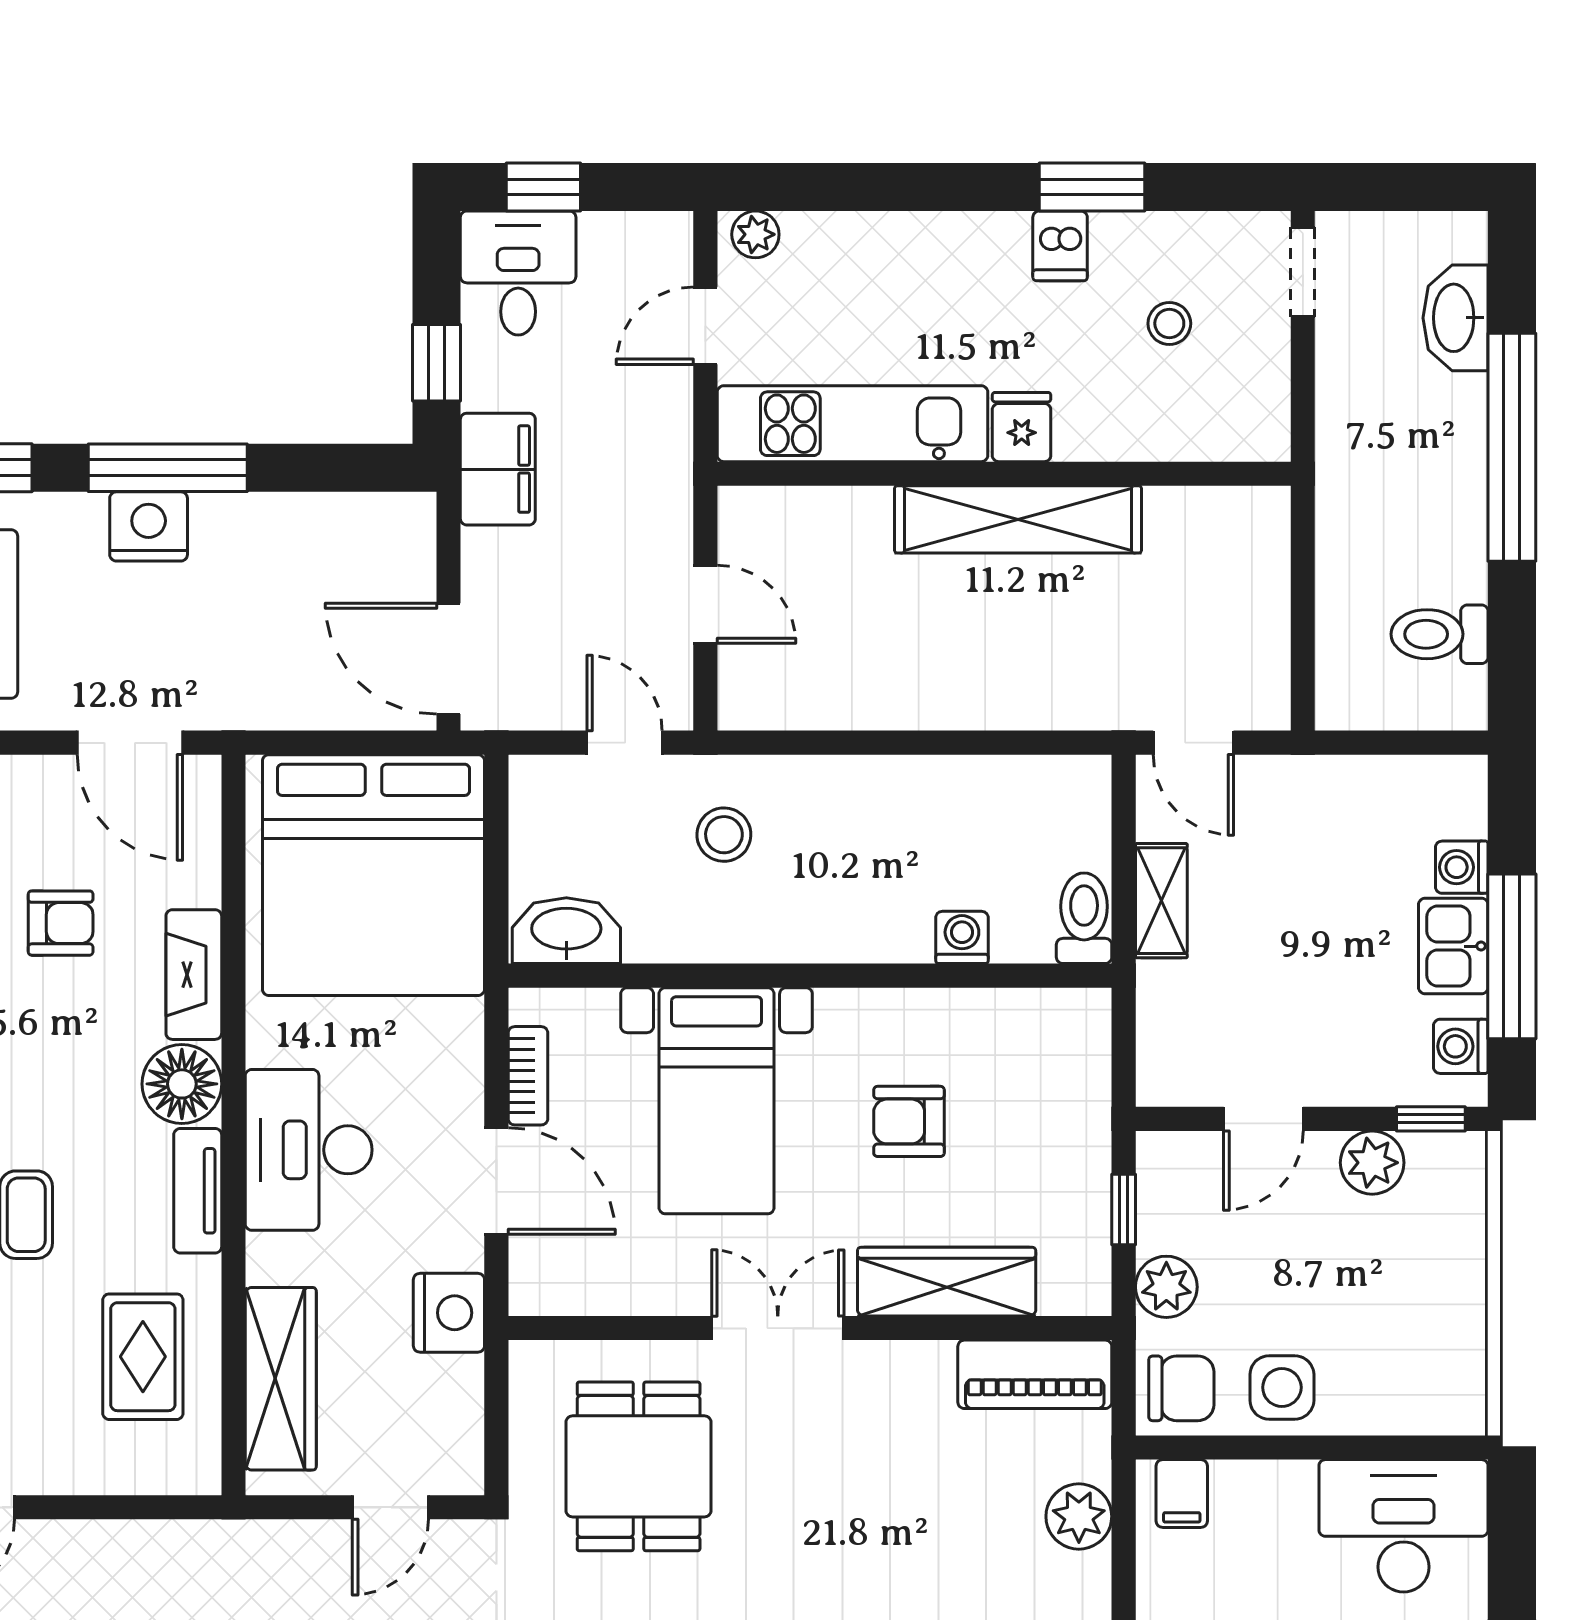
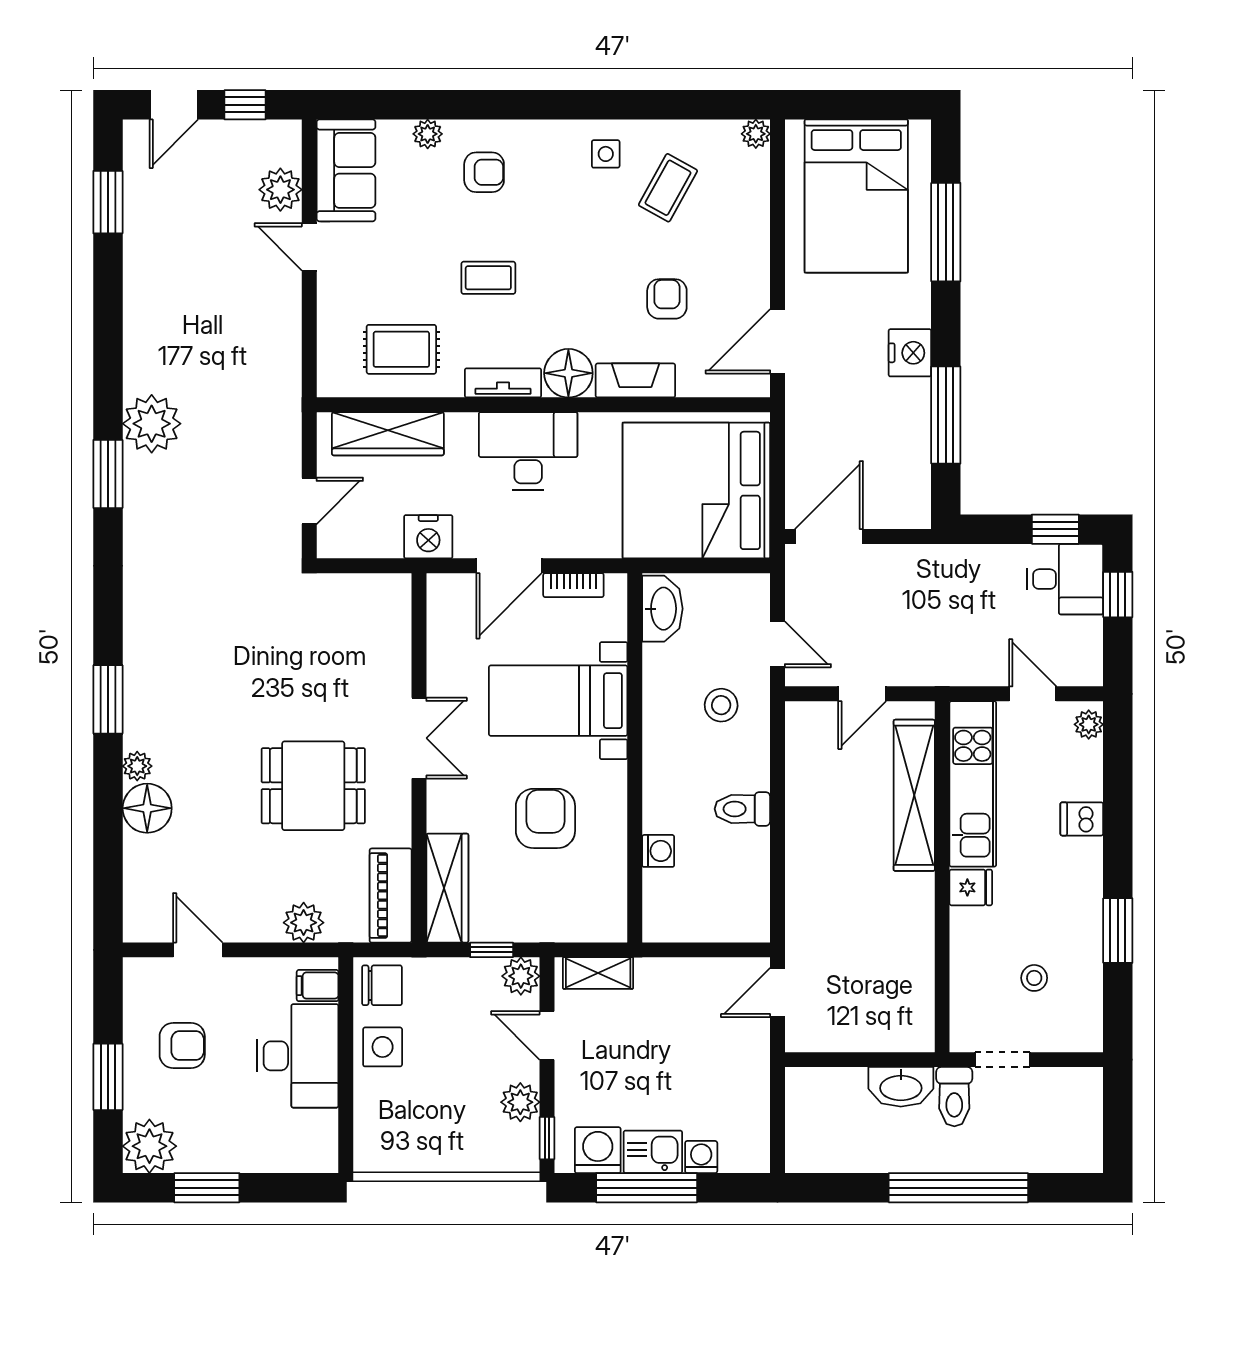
dishwasher: (1060, 246) -> (1082, 819), moved
doorway: (1303, 272) -> (1002, 1060), moved
washbasin: (1456, 318) -> (901, 1087), moved, turned 180
window: (437, 363) -> (1055, 529), moved
window: (168, 468) -> (946, 415), moved
filing cabinet: (498, 469) -> (945, 567), removed
shelving: (1018, 519) -> (914, 795), moved
toilet: (1440, 634) -> (954, 1097), moved, turned 180
door: (625, 743) -> (778, 644), hinge flipped
shelving: (1161, 901) -> (598, 973), moved
toilet: (1084, 918) -> (742, 809), moved, turned 180
armchair: (61, 923) -> (667, 299), turned 180
washing machine: (1461, 1046) -> (598, 1150), width x1.38, depth x1.38
armchair: (909, 1121) -> (545, 818), width x1.38, depth x1.38
wardrobe: (947, 1282) -> (447, 888), moved
plant: (1166, 1287) -> (521, 976), moved
chair: (1181, 1388) -> (382, 985), turned -90
dining table: (639, 1466) -> (313, 786), moved
door: (390, 1507) -> (309, 501), swing flipped
desk: (1404, 1526) -> (298, 1056), moved

